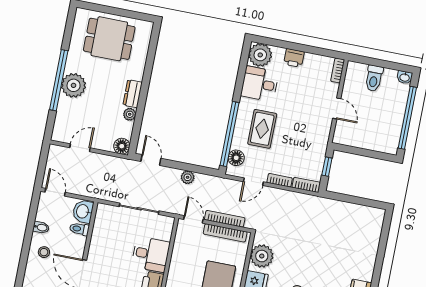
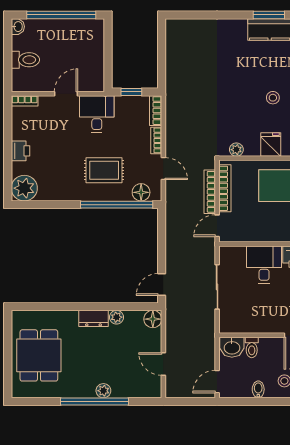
desk: (260, 84) -> (97, 114), moved, turned 180
plant: (74, 85) -> (103, 391), width x0.53, depth x0.53
plant: (188, 177) -> (173, 241), removed
plant: (262, 256) -> (236, 150), width x0.53, depth x0.53

